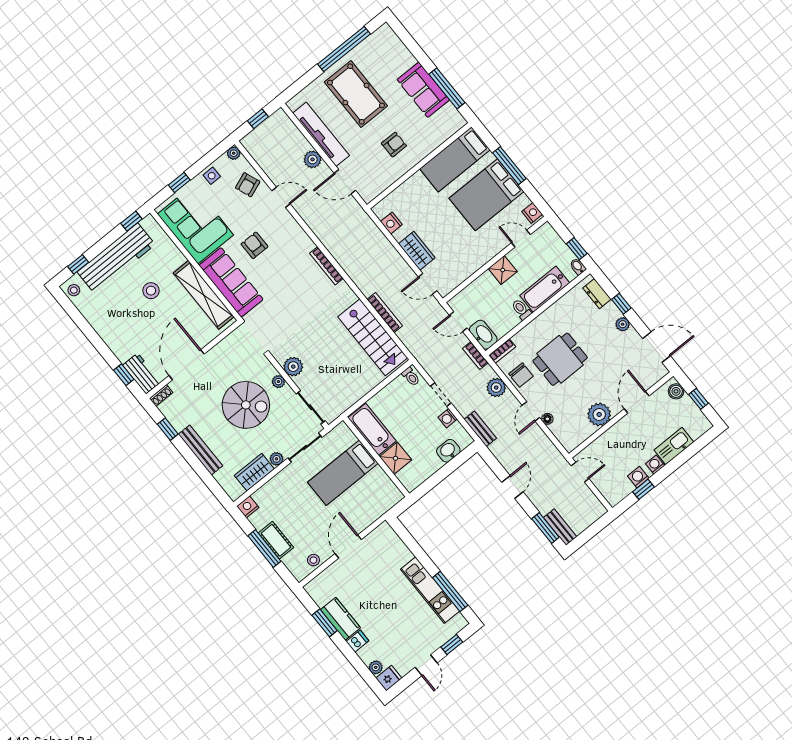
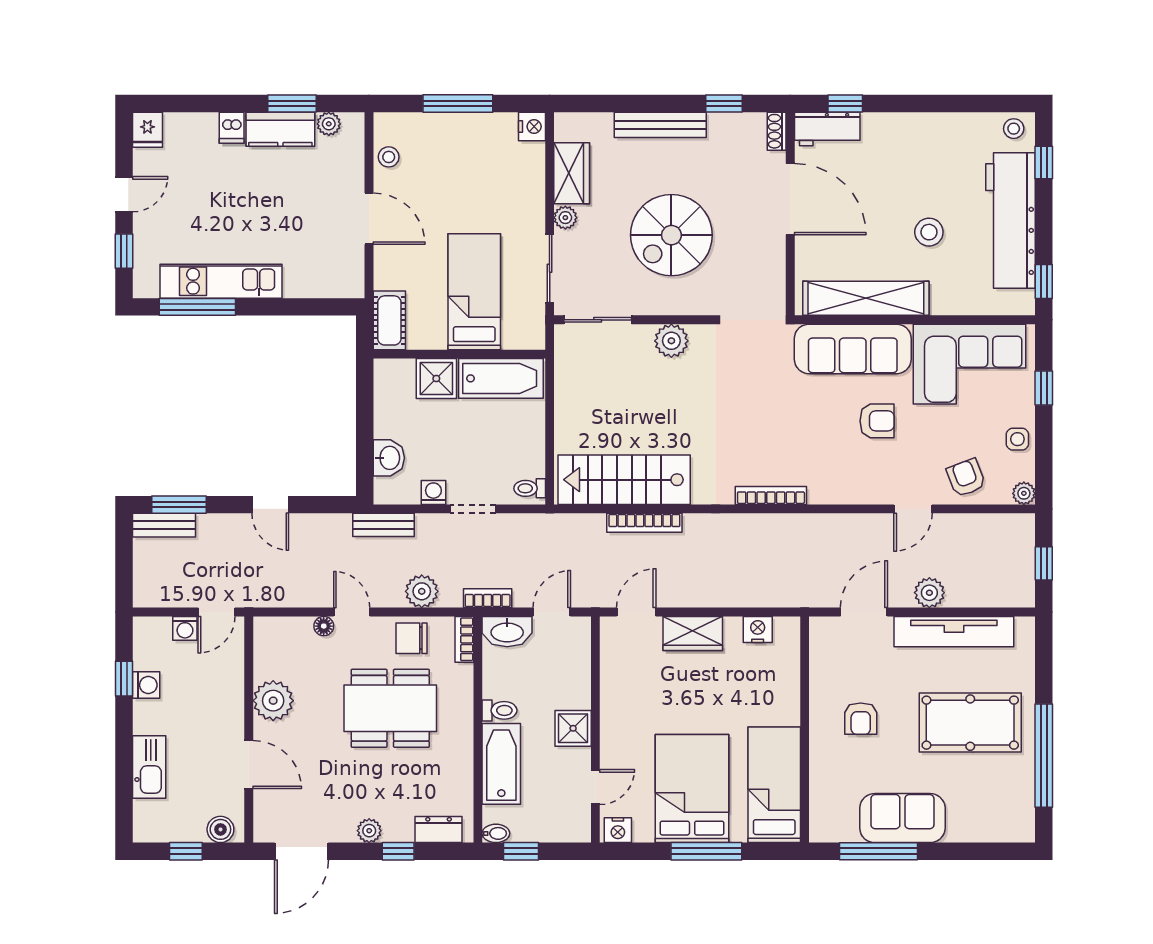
dining table: (560, 359) -> (390, 708), width x1.38
plant: (278, 382) -> (667, 304), removed
washing machine: (655, 465) -> (185, 628), moved, turned 90
cot: (276, 540) -> (389, 320), moved, turned 90
door: (426, 665) -> (124, 194), swing flipped
plant: (376, 667) -> (329, 124), moved

